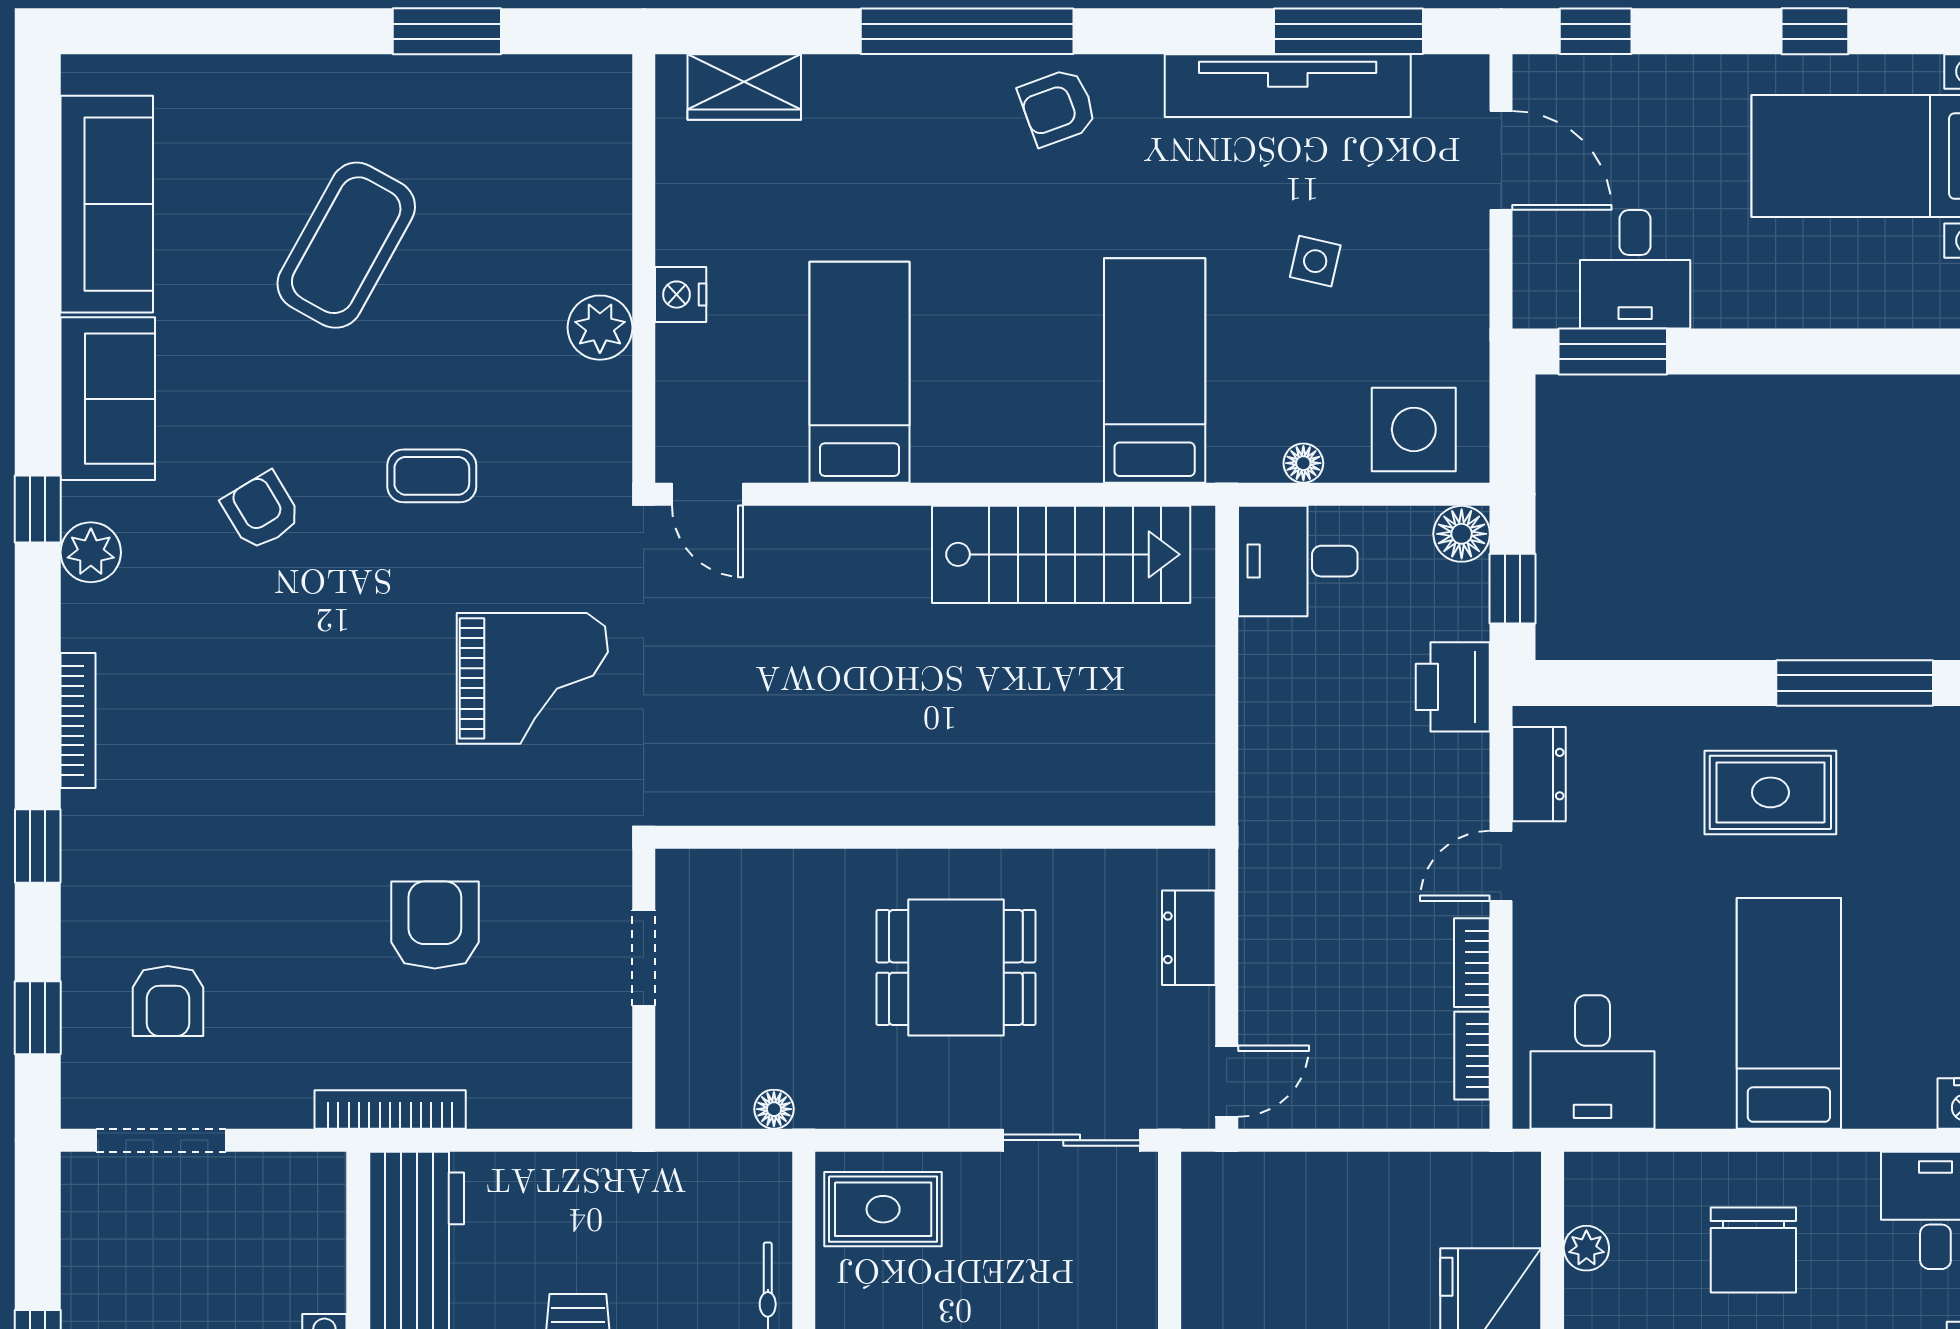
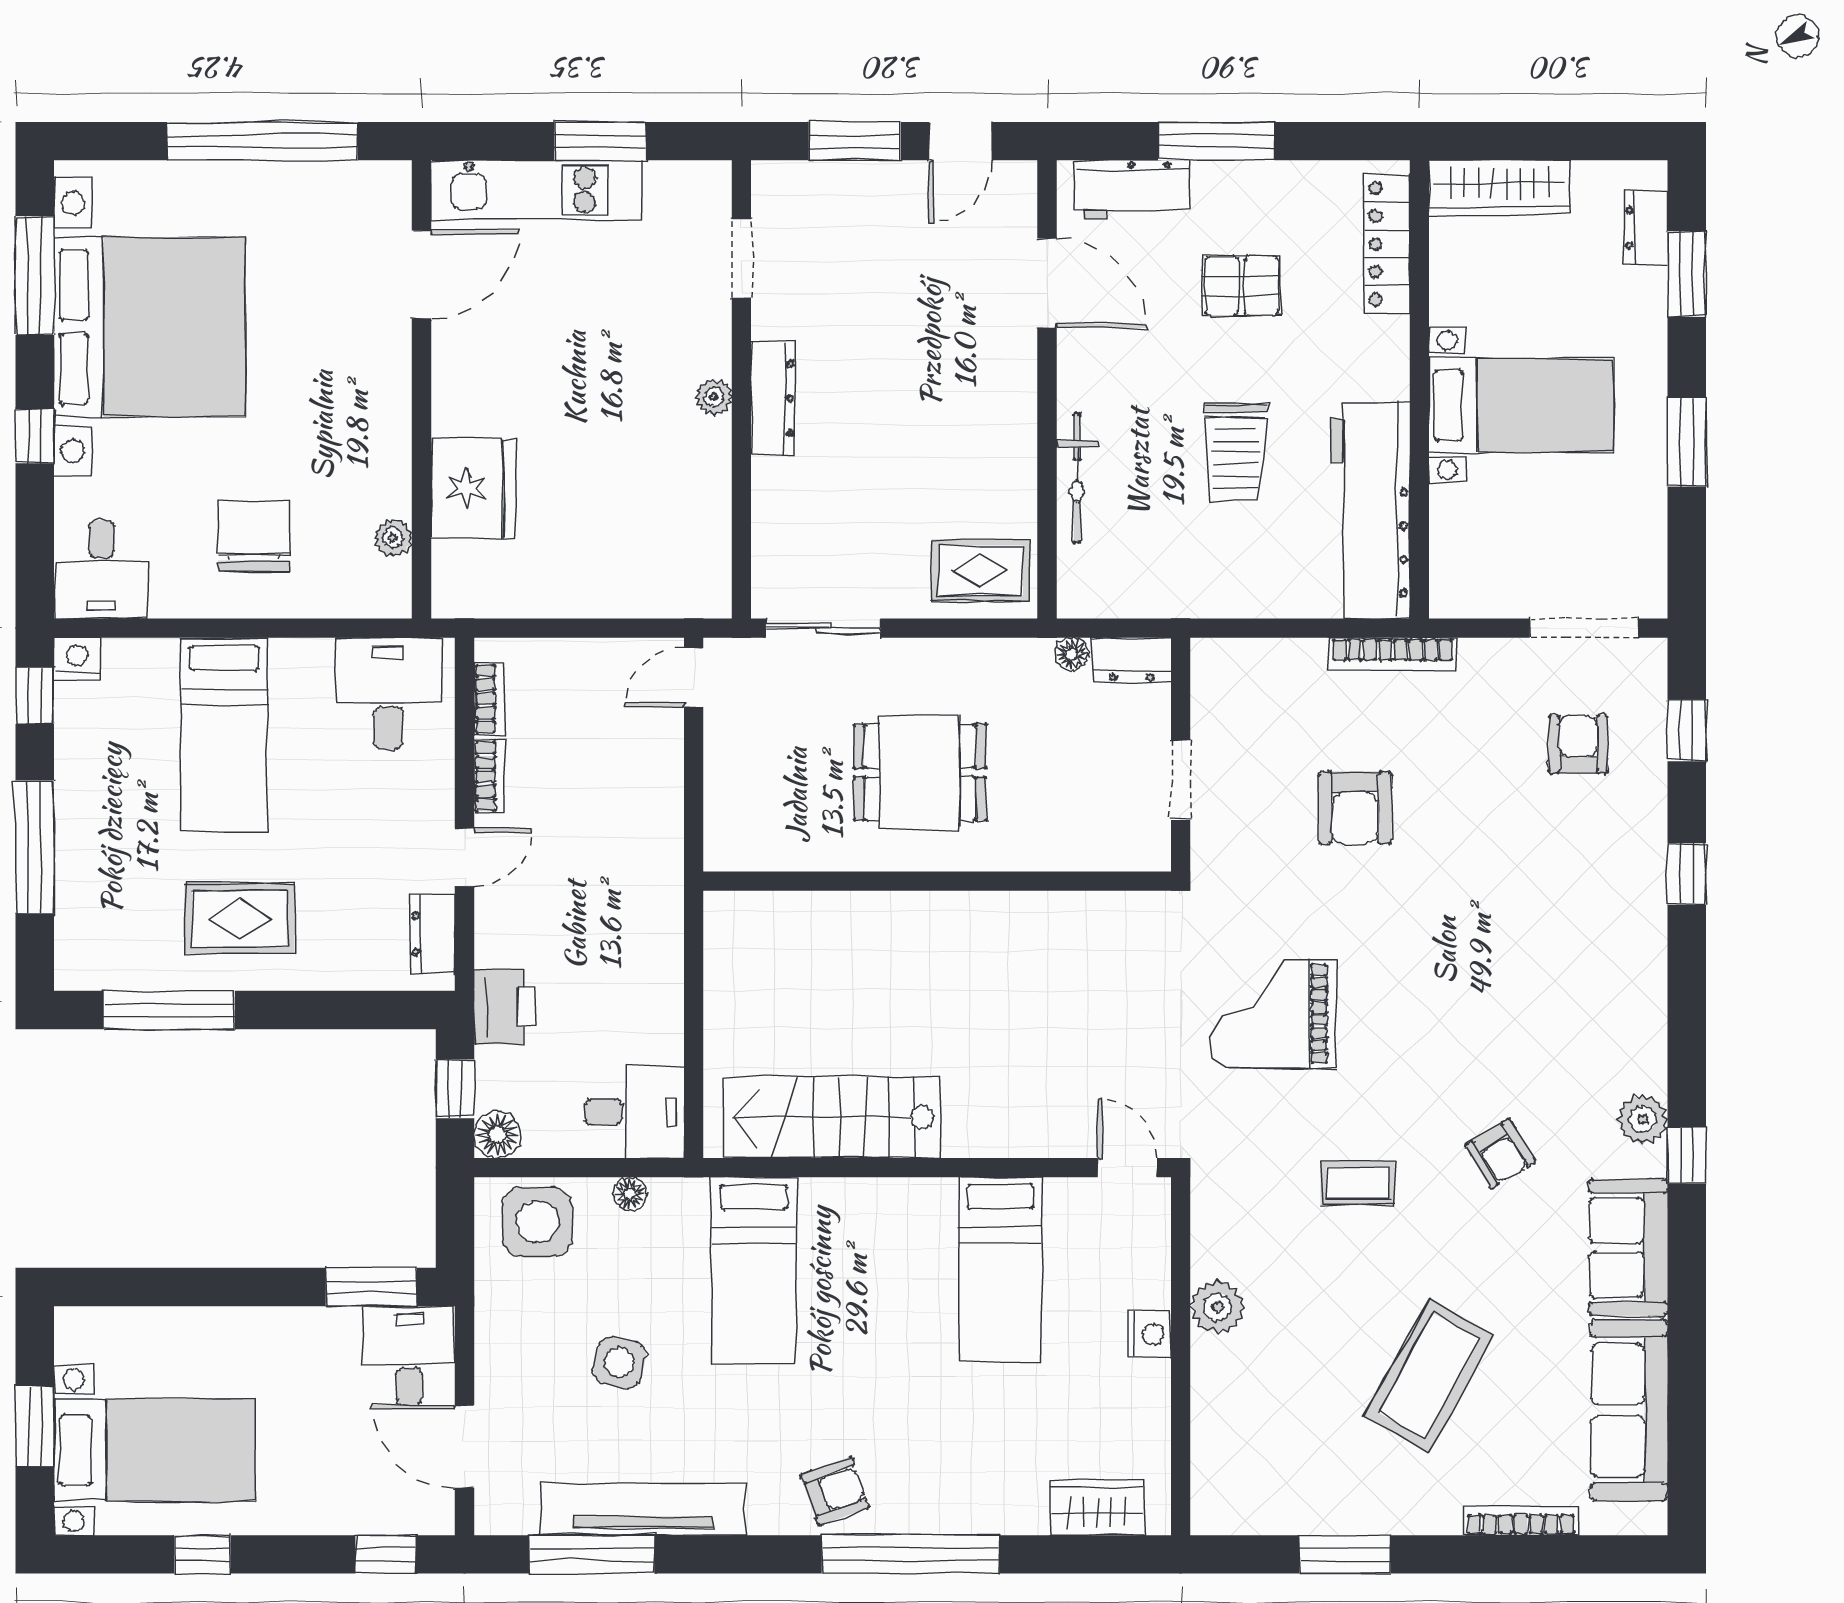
side table: (1315, 261) -> (620, 1362), width x1.37, depth x1.37
desk: (1635, 269) -> (409, 1356), moved
bookcase: (78, 721) -> (1521, 1521), moved, turned 90
dresser: (1189, 938) -> (1132, 660), moved, turned 90

